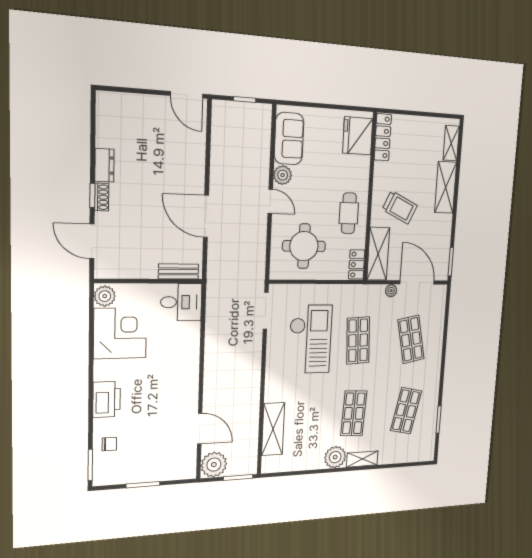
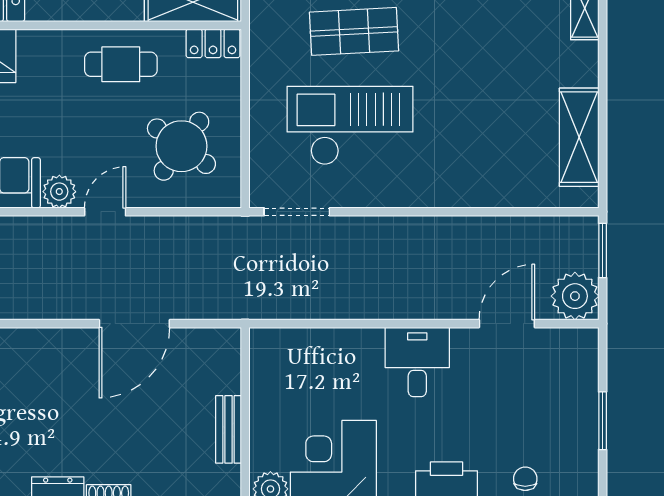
round table: (304, 246) -> (181, 146), turned 36
bench: (179, 271) -> (229, 429), moved
desk: (181, 302) -> (417, 362), moved
shop shelf: (354, 413) -> (494, 31), removed
shelving: (273, 429) -> (579, 137), moved, turned 90
plant: (335, 457) -> (577, 64), removed

